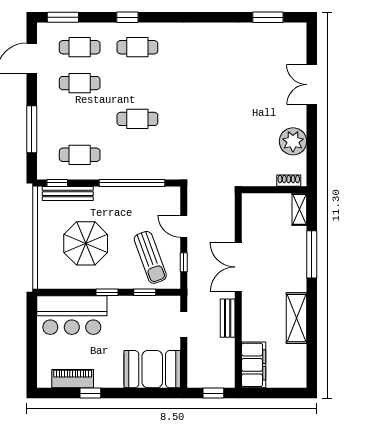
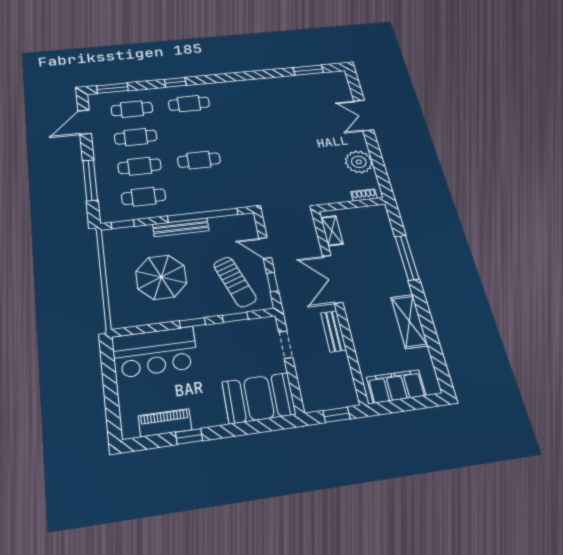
cafe table: (80, 119) -> (140, 166), added
bench: (68, 194) -> (181, 227), moved
shelving: (299, 209) -> (332, 231), moved
filing cabinet: (254, 365) -> (396, 386), moved, turned -90

